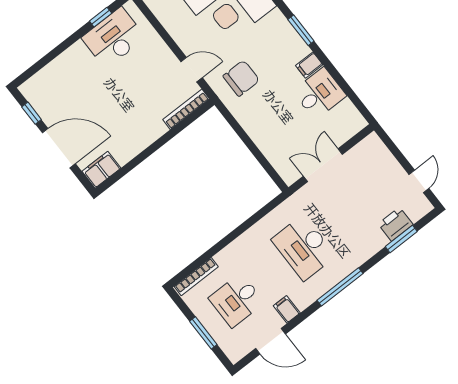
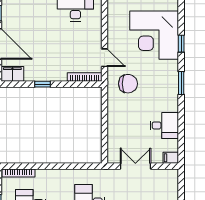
filing cabinet: (309, 65) -> (171, 158), moved
window: (145, 155) -> (43, 84), added

